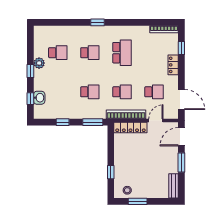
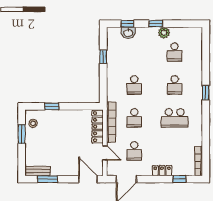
window: (93, 122) -> (103, 88), removed
window: (181, 163) -> (48, 179), moved

